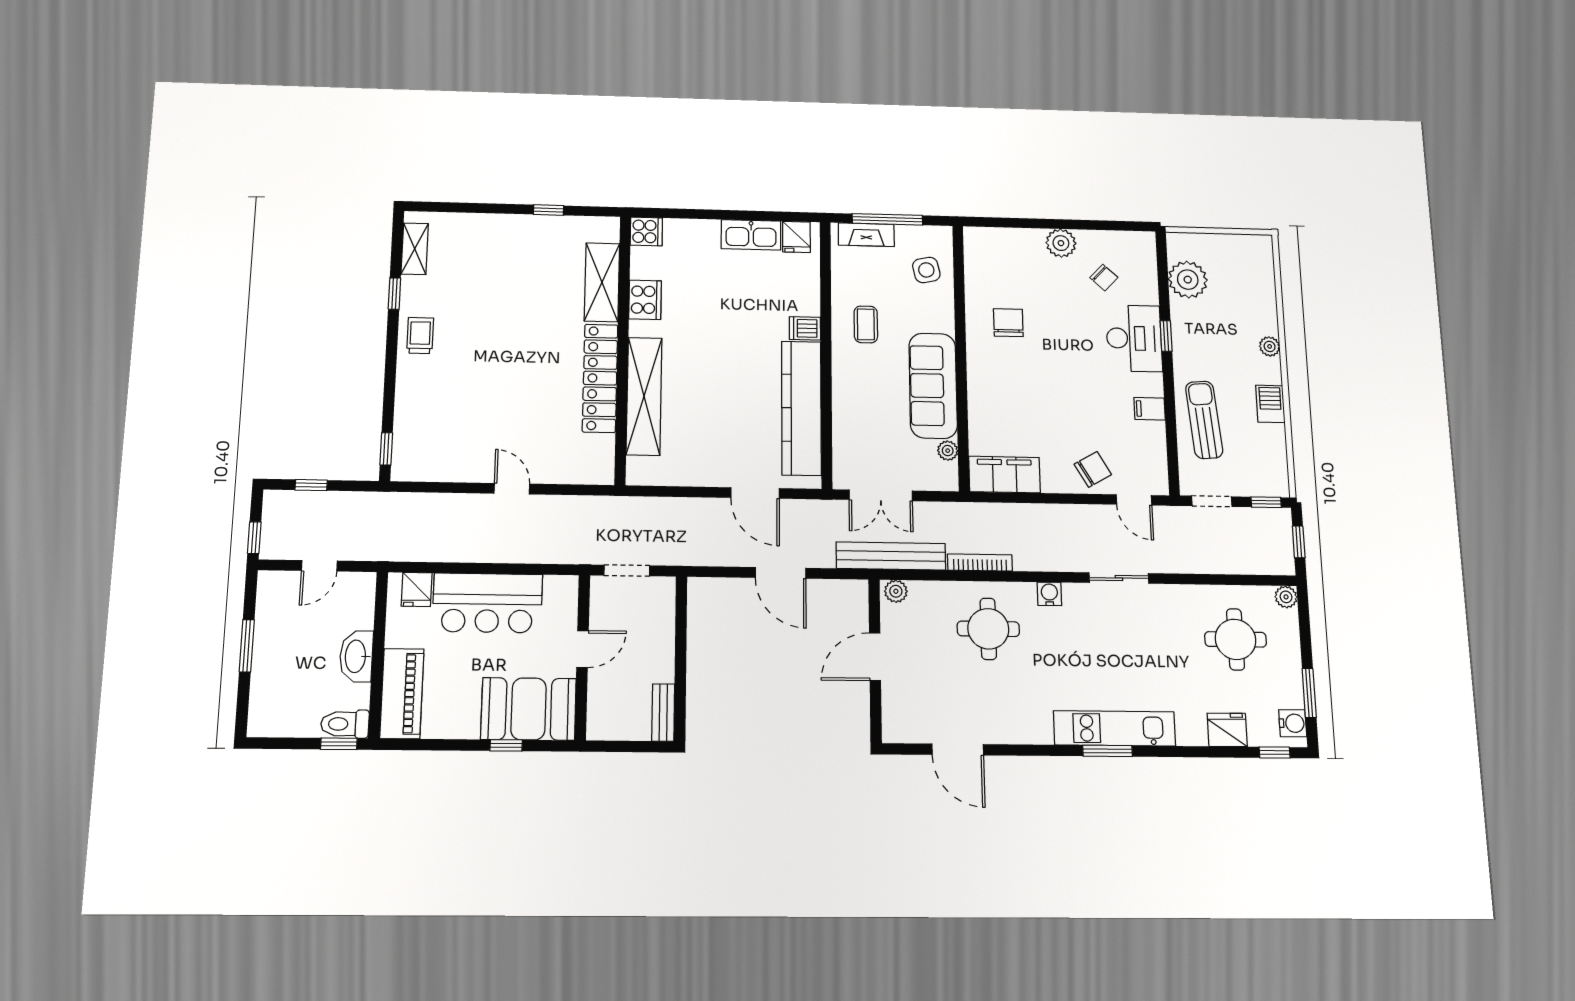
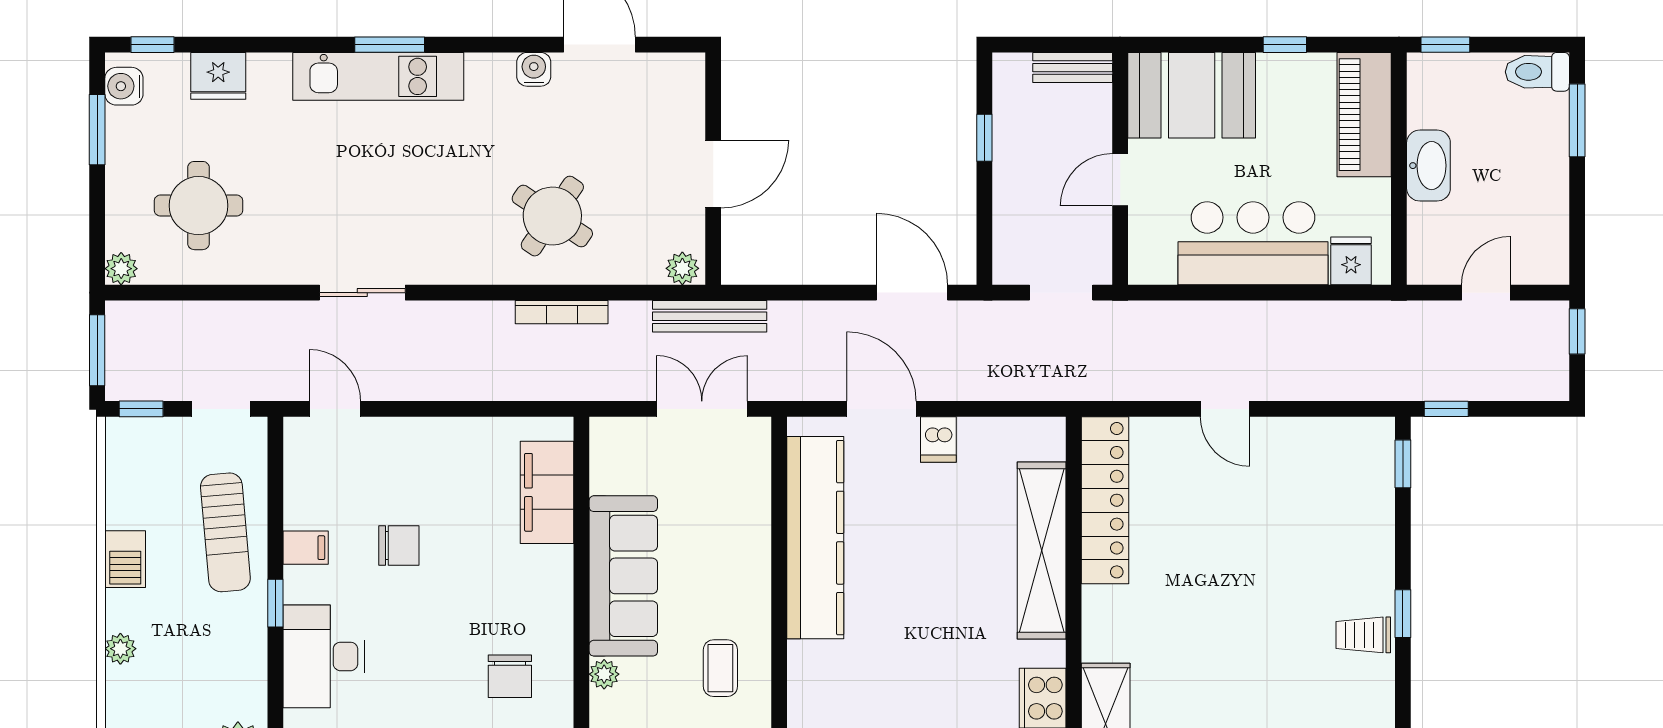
window: (394, 294) -> (1403, 614), moved
dishwasher: (805, 328) -> (938, 439), moved, turned 90
trolley: (420, 335) -> (1363, 635), turned 90
window: (1166, 336) -> (275, 603), moved
locker: (600, 378) -> (1105, 500), moved
plant: (948, 451) -> (604, 674), moved
chair: (1093, 469) -> (399, 545), moved, turned -150
filing cabinet: (1005, 475) -> (547, 492), moved, turned 90
window: (311, 485) -> (1446, 409), moved
window: (1299, 542) -> (97, 350), width x1.50
bench: (891, 556) -> (710, 316), width x0.73, depth x0.82
door: (781, 573) -> (912, 293), moved
water cooler: (1049, 594) -> (534, 69), moved, turned 180
round table: (988, 629) -> (552, 216), turned 34
window: (247, 646) -> (1577, 120), moved
window: (680, 680) -> (984, 138), added
bench: (663, 713) -> (1073, 68), moved, turned 90
toilet: (345, 724) -> (1537, 72), moved, turned 180
window: (506, 745) -> (1285, 45), moved

